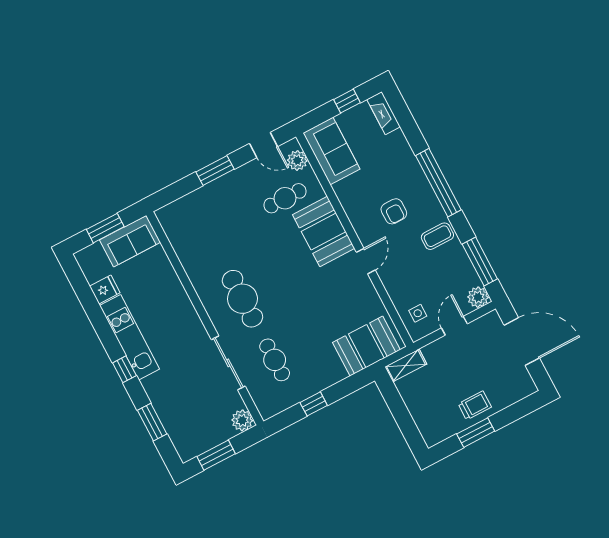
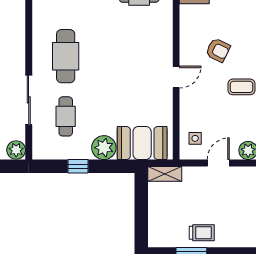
armchair: (394, 211) -> (218, 50), turned -64
booth: (324, 232) -> (156, 37), removed
plant: (330, 371) -> (104, 148), added

